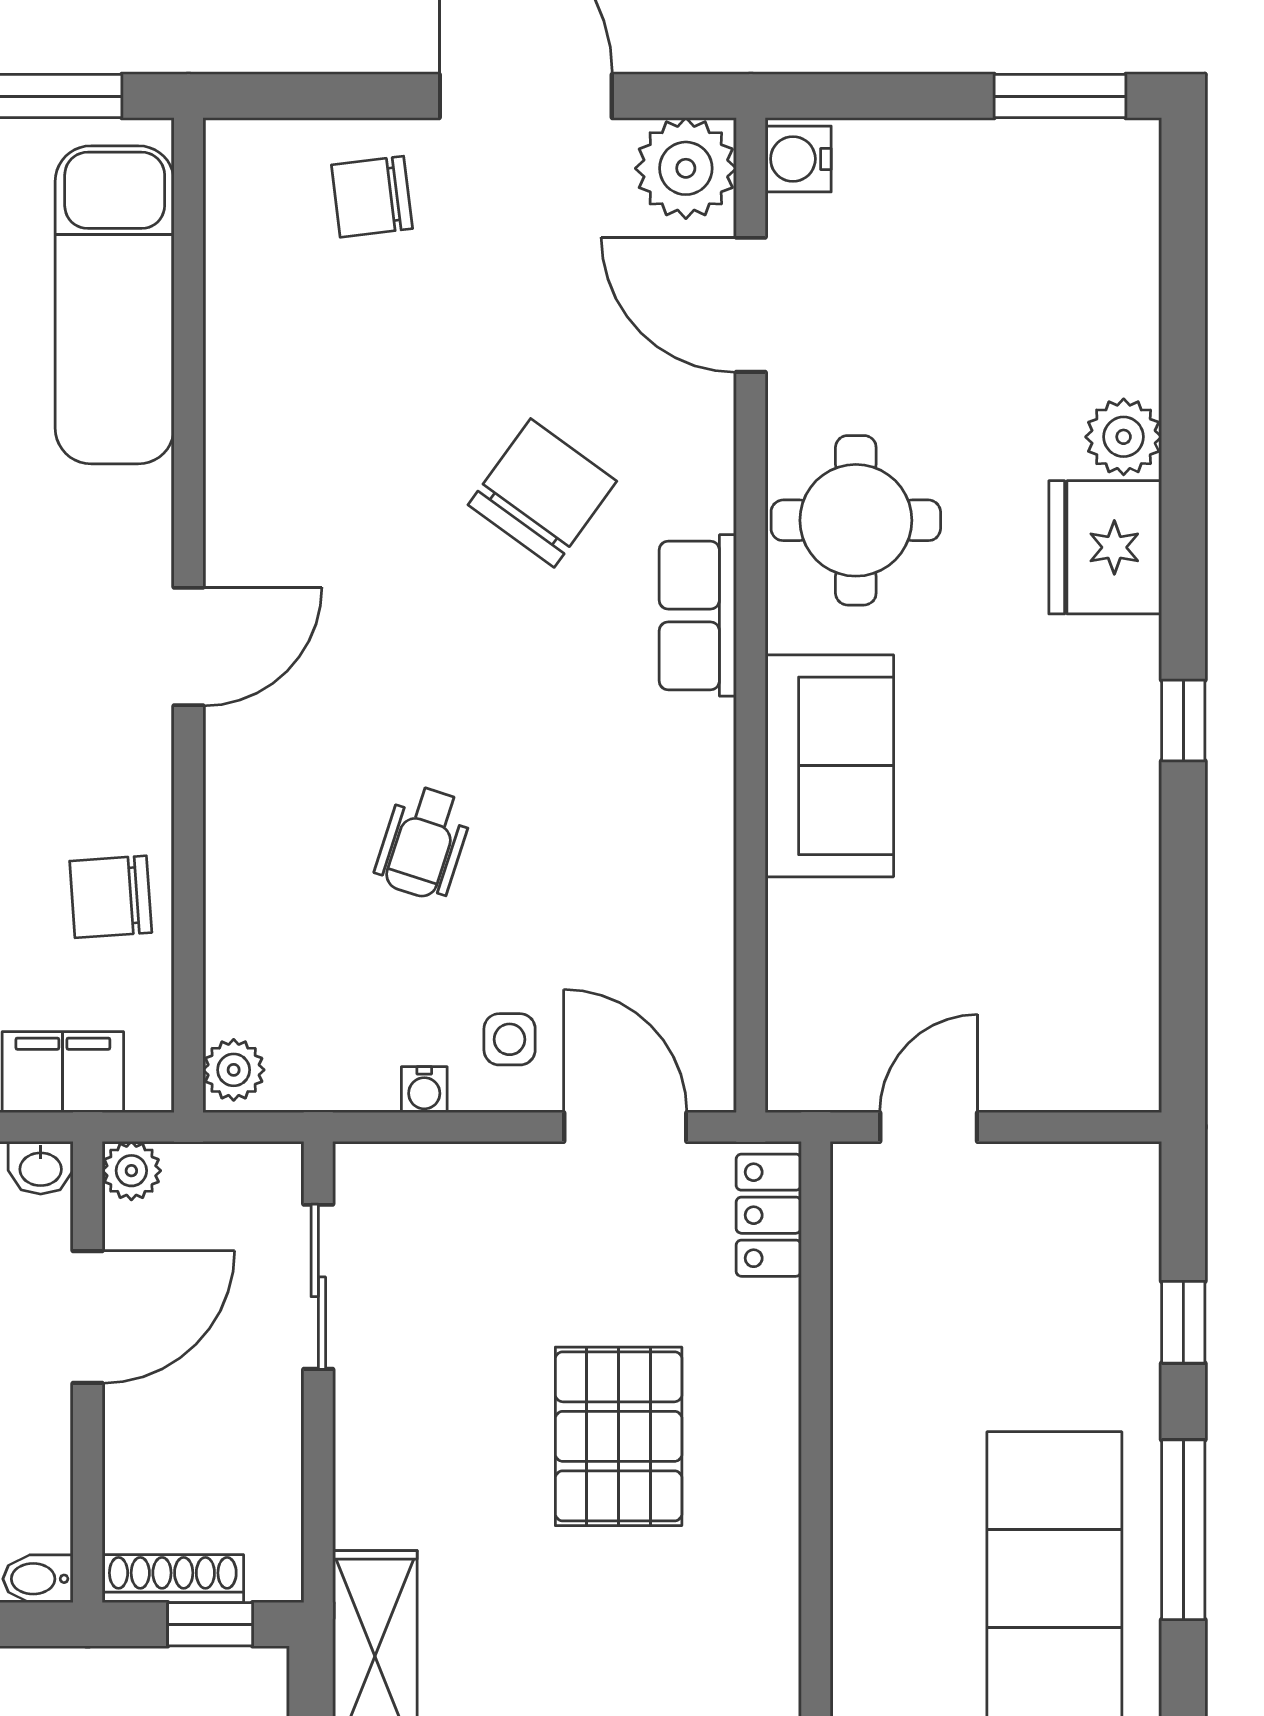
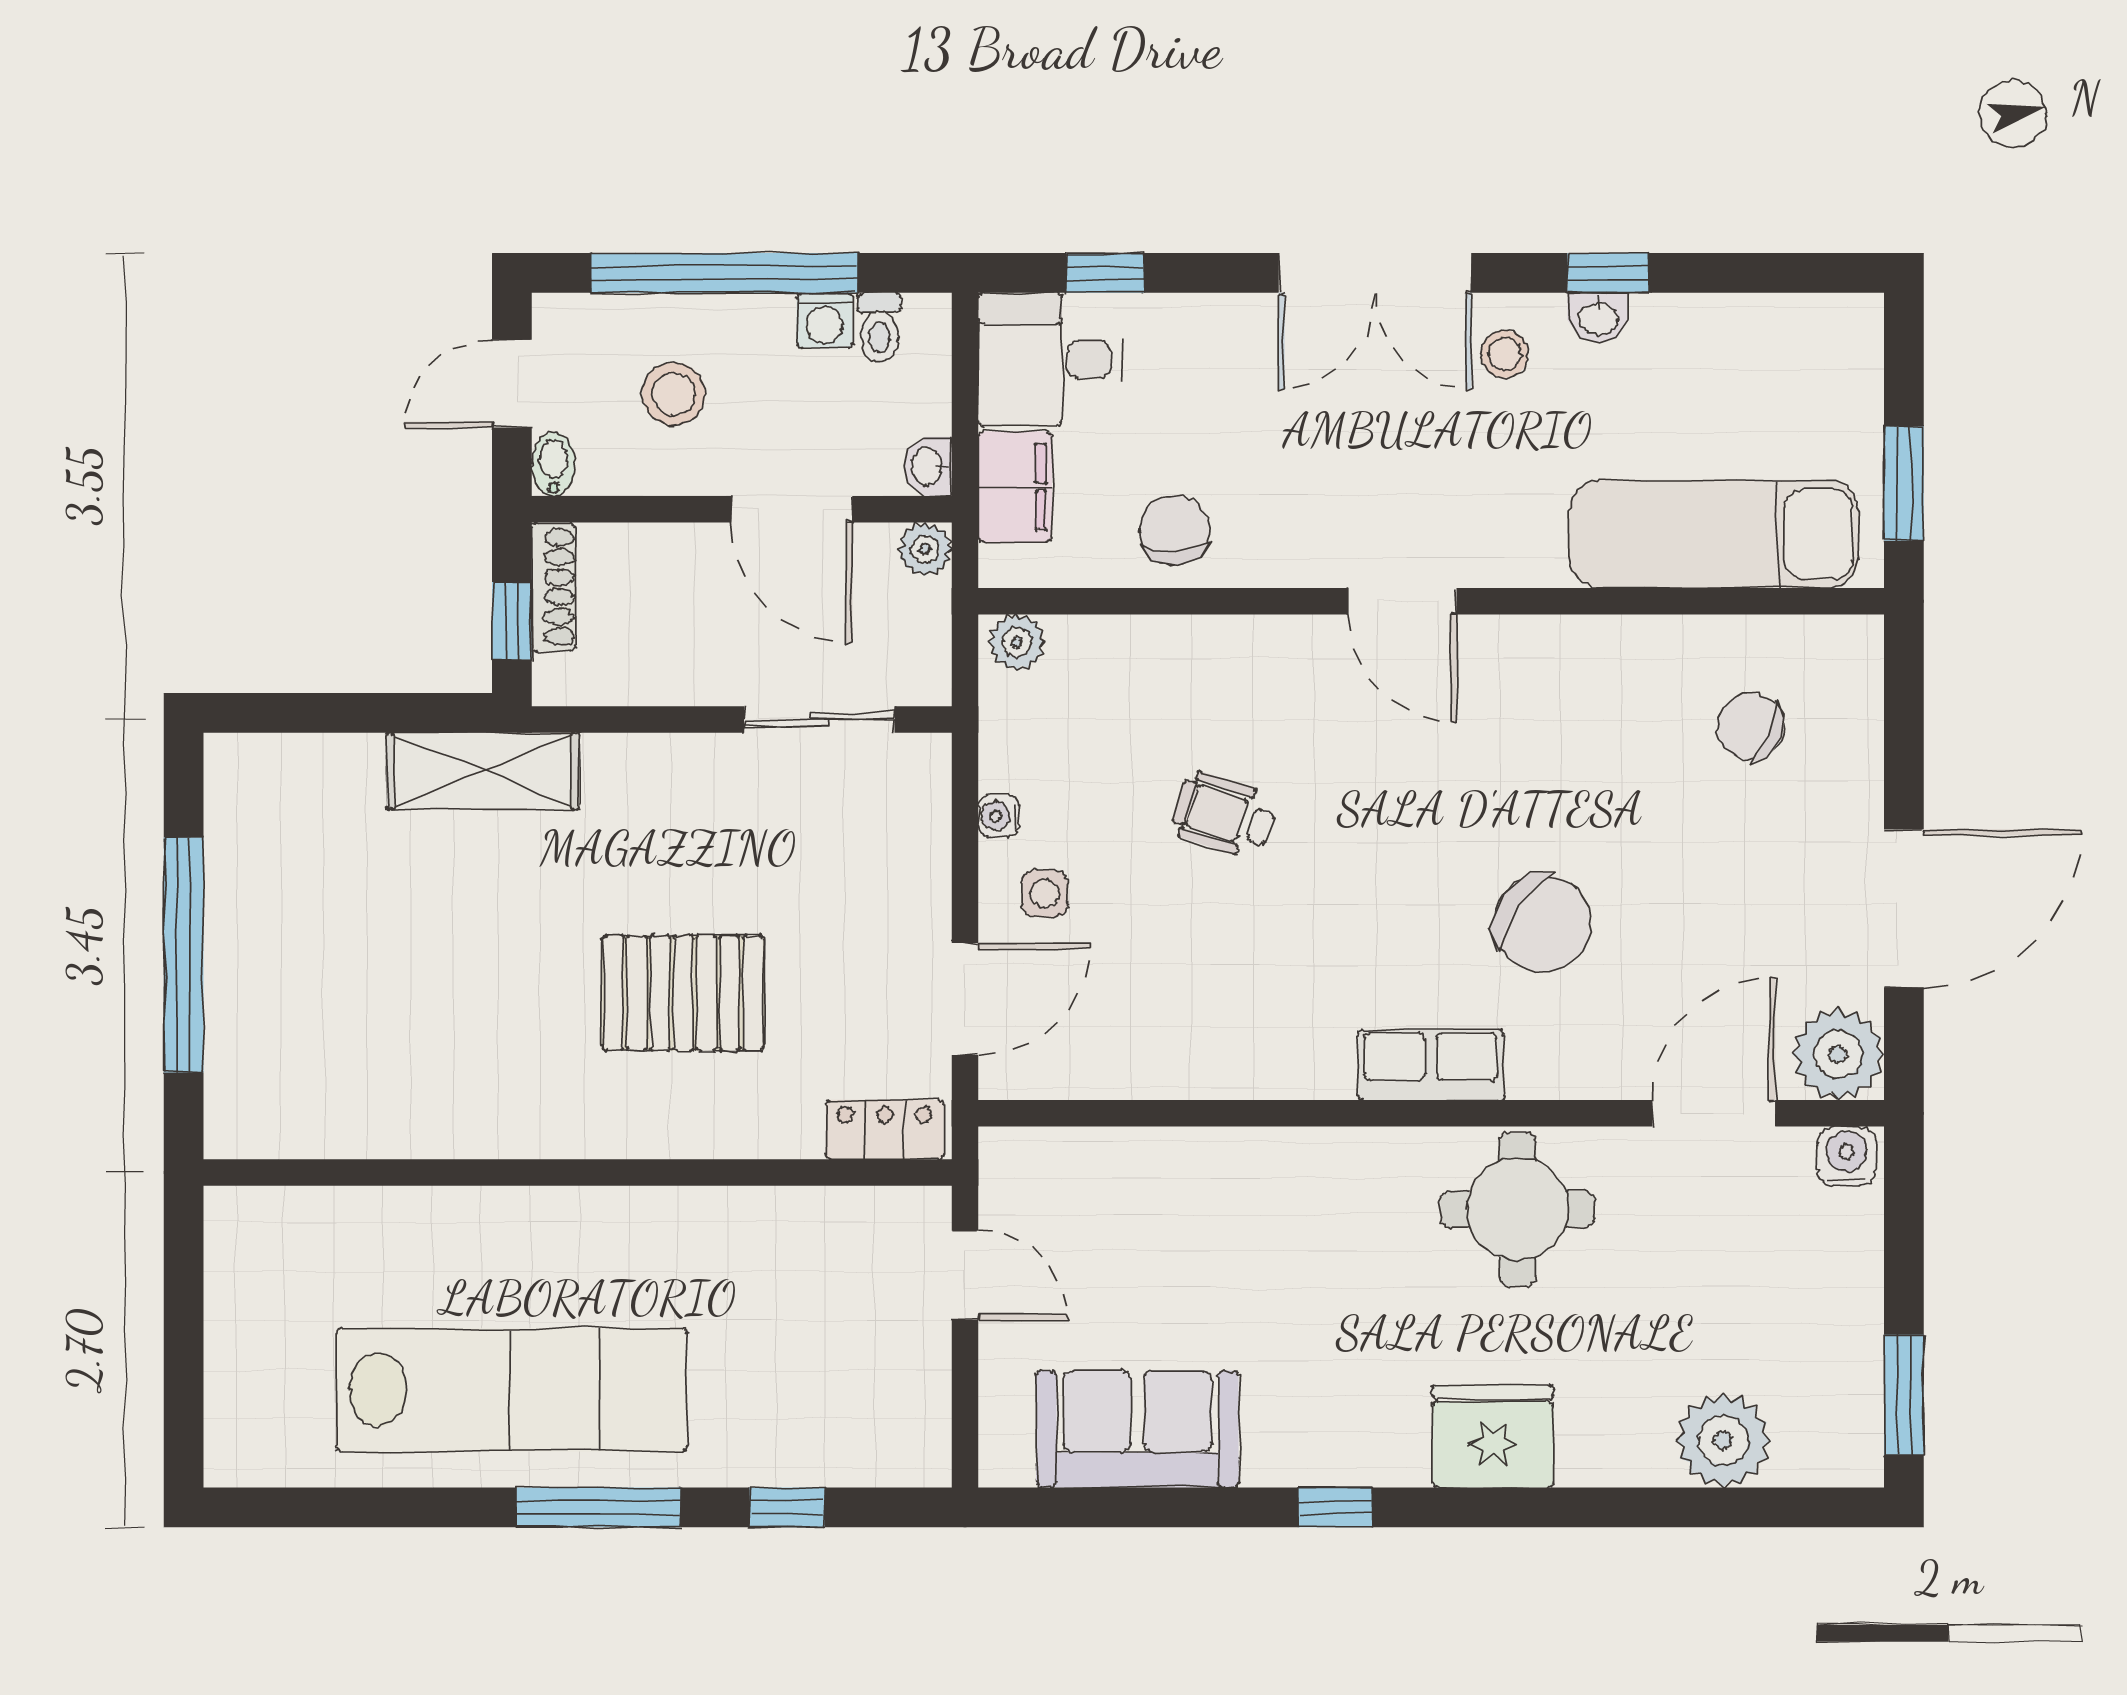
chair: (372, 197) -> (1750, 726), moved, turned -60
plant: (1124, 437) -> (1723, 1440), moved, width x1.36, depth x1.36
sofa: (829, 766) -> (1137, 1429), moved, turned 180

